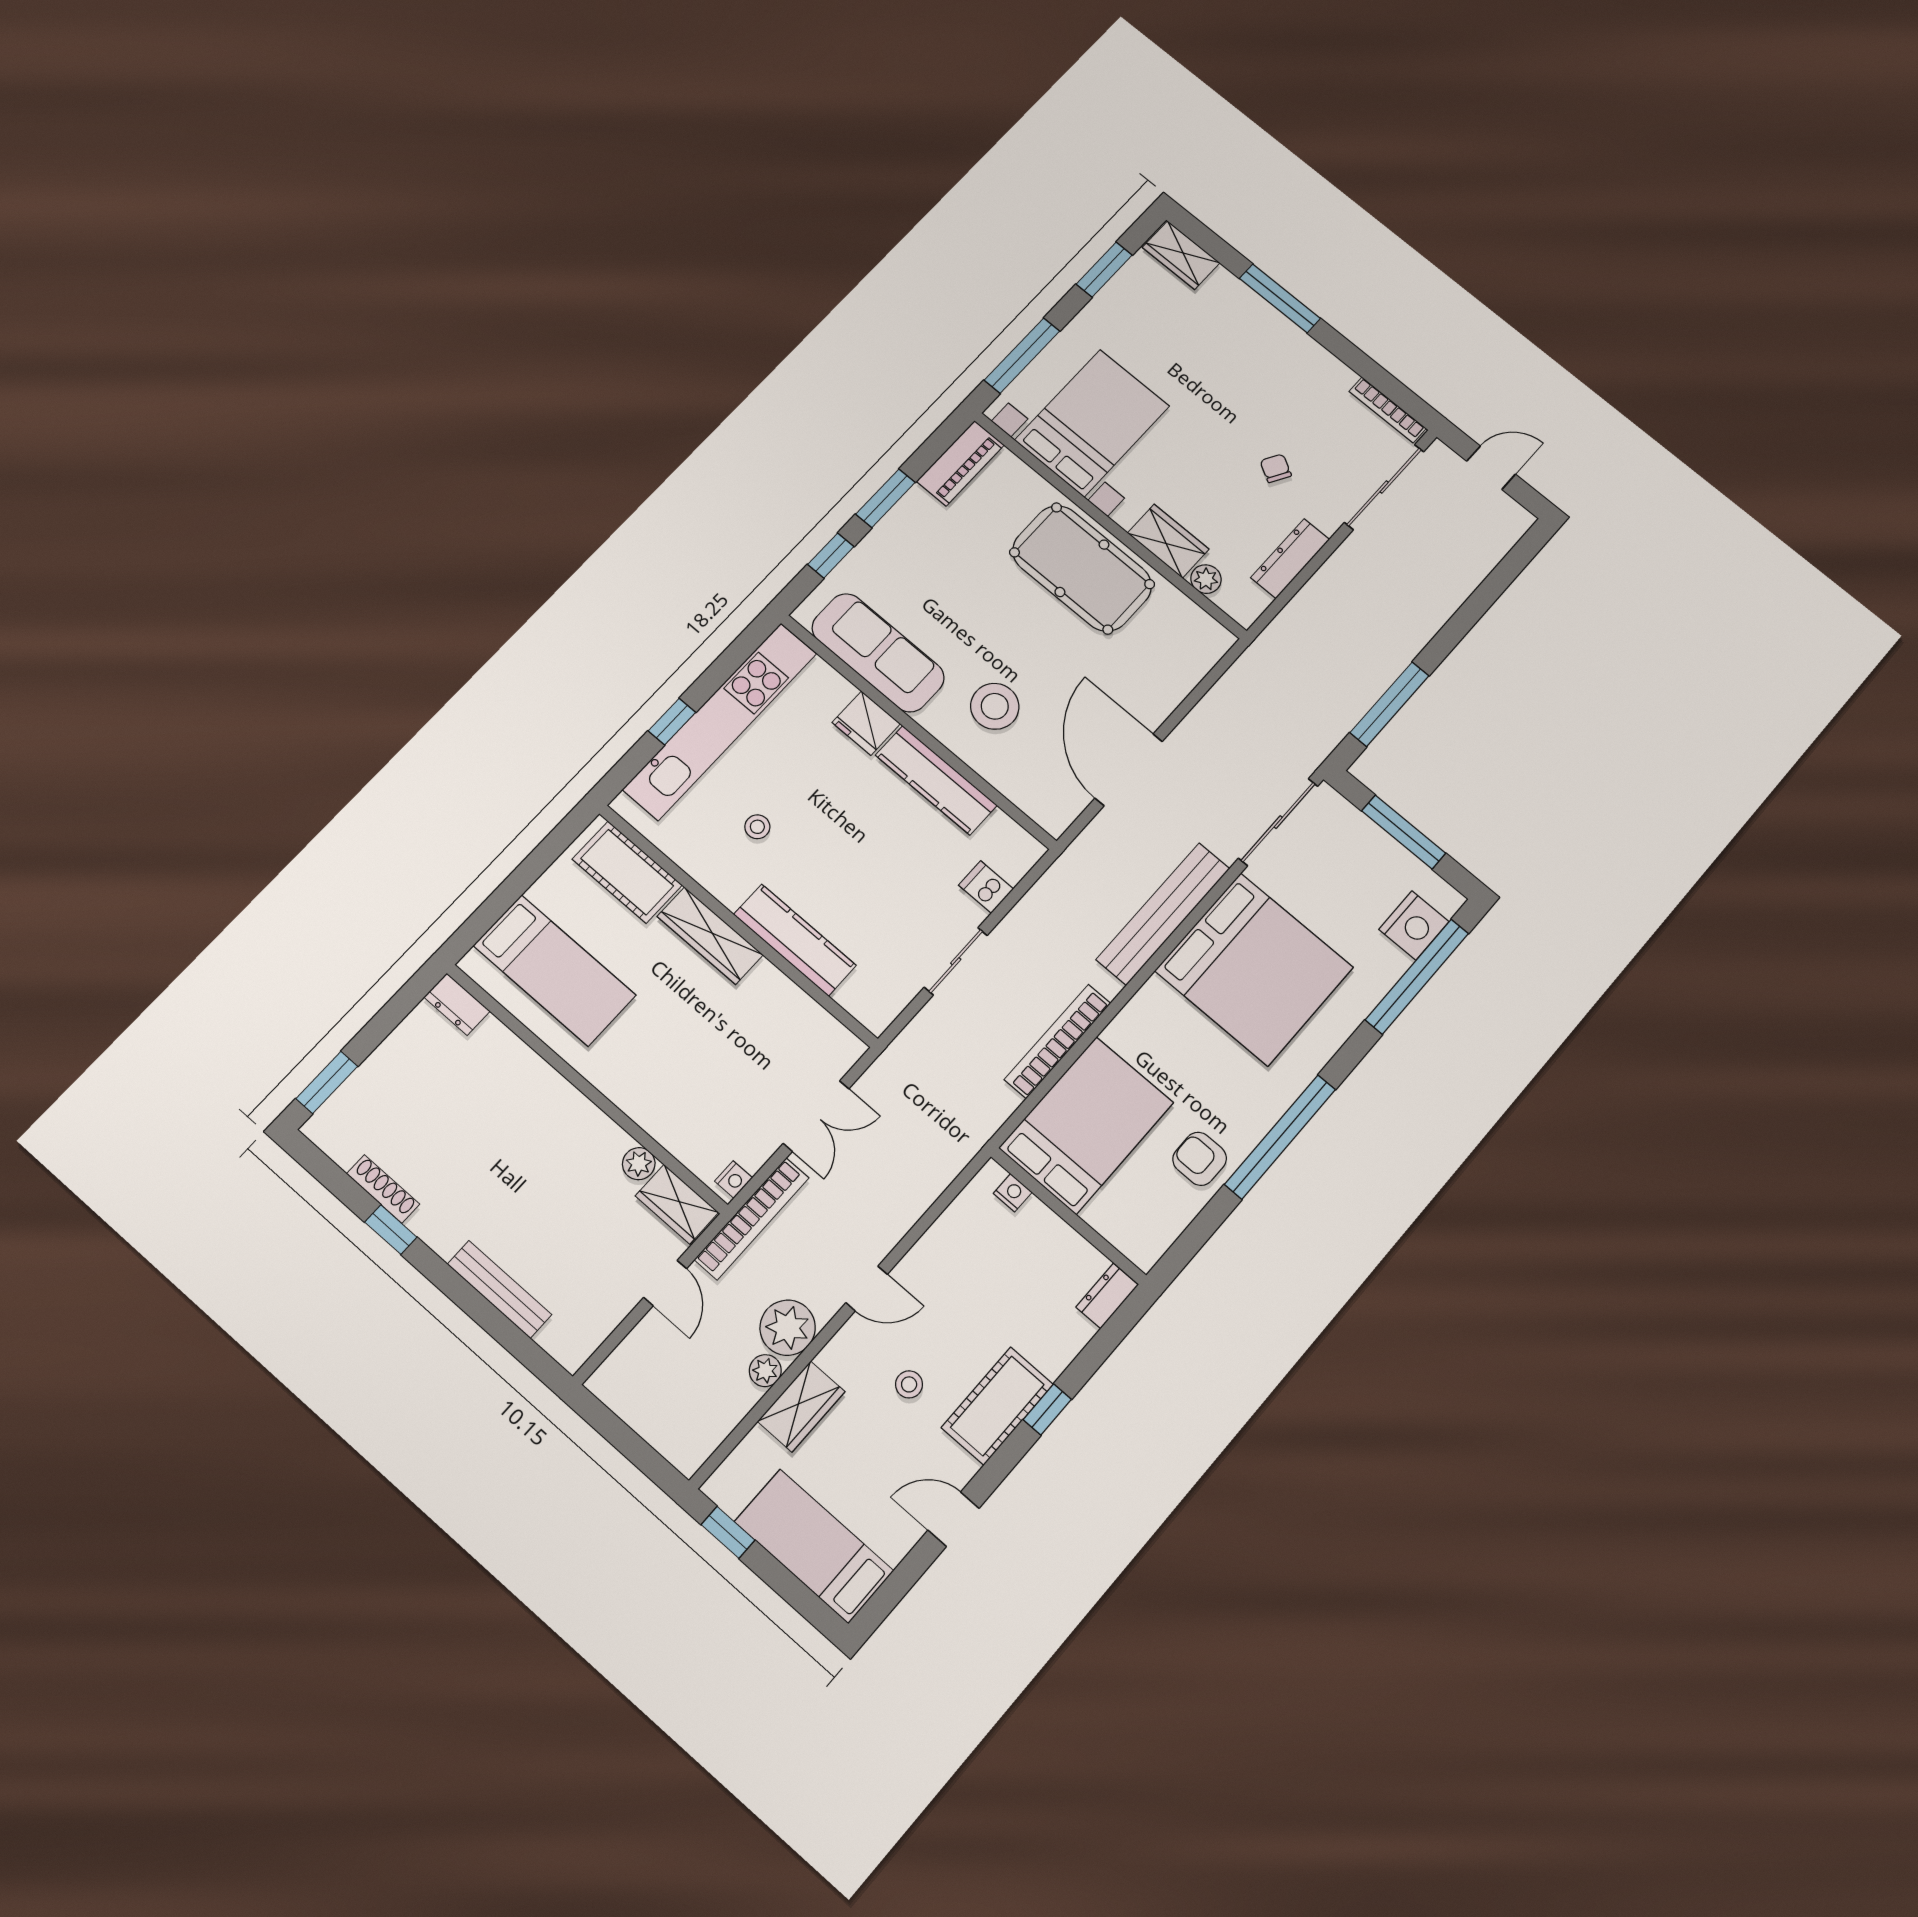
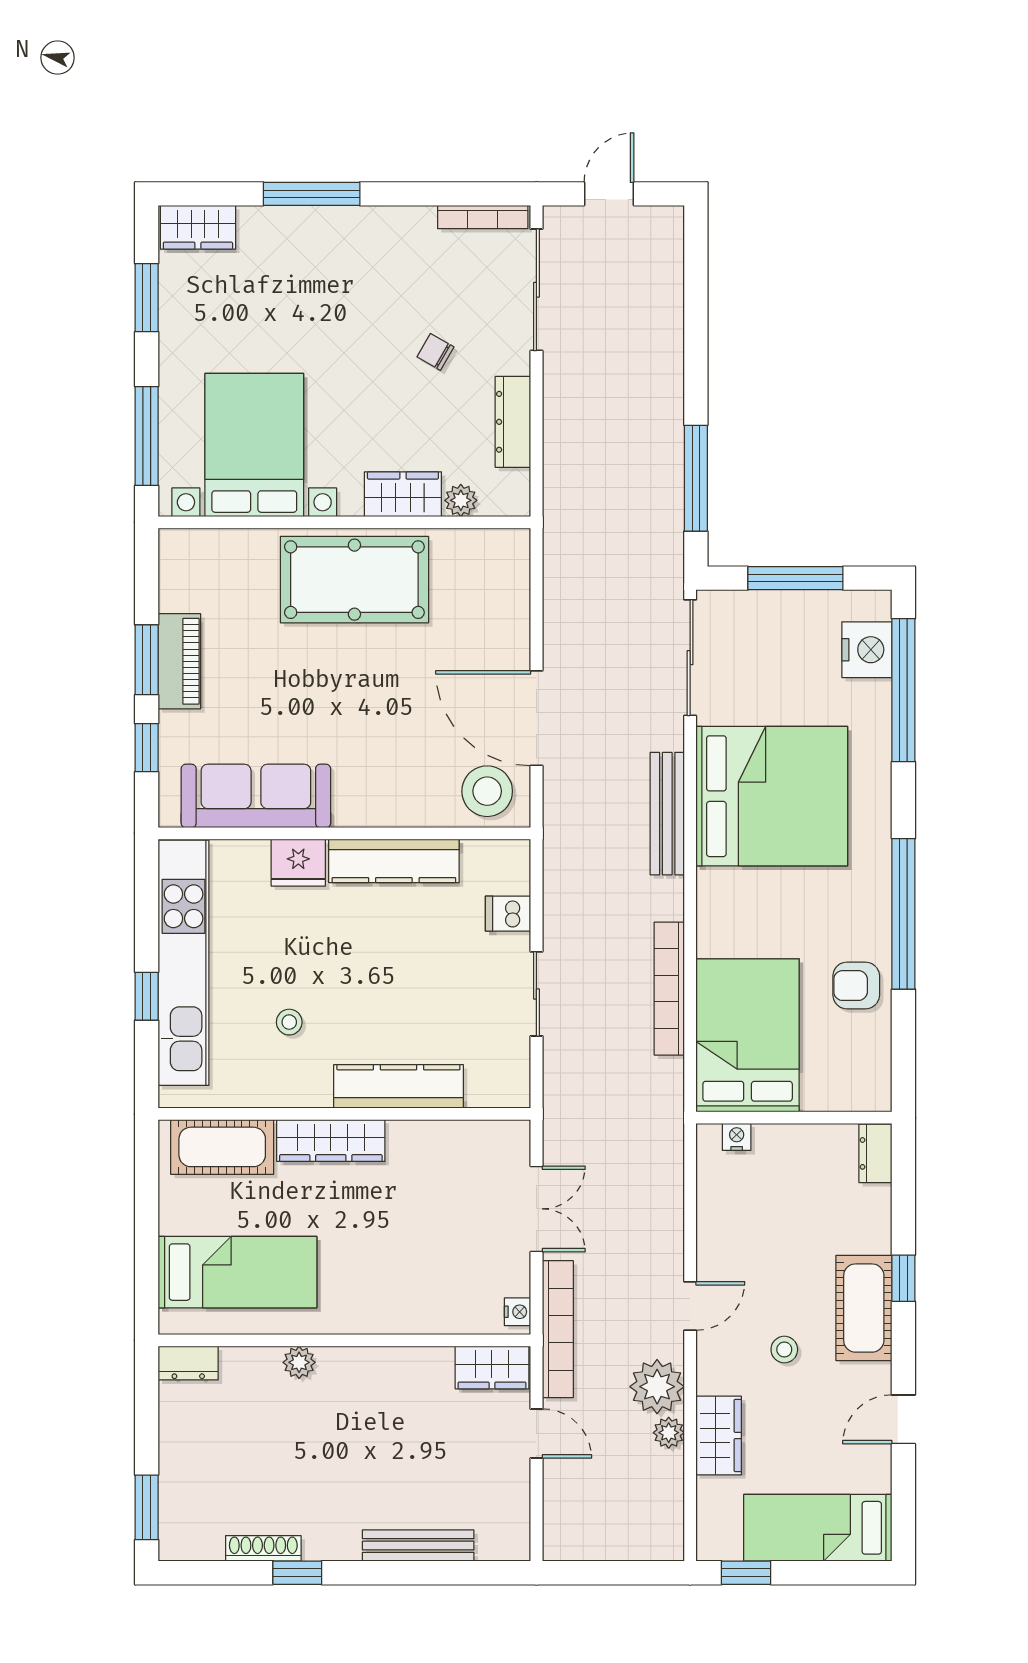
piano: (960, 463) -> (179, 661), moved
stool: (995, 706) -> (487, 791), moved
bench: (1163, 914) -> (667, 814), width x0.73, depth x0.82
plant: (639, 1164) -> (299, 1362), moved

